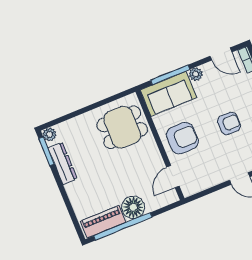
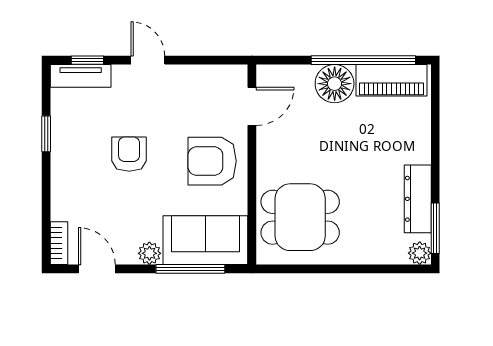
armchair: (229, 123) -> (129, 154), turned 90

